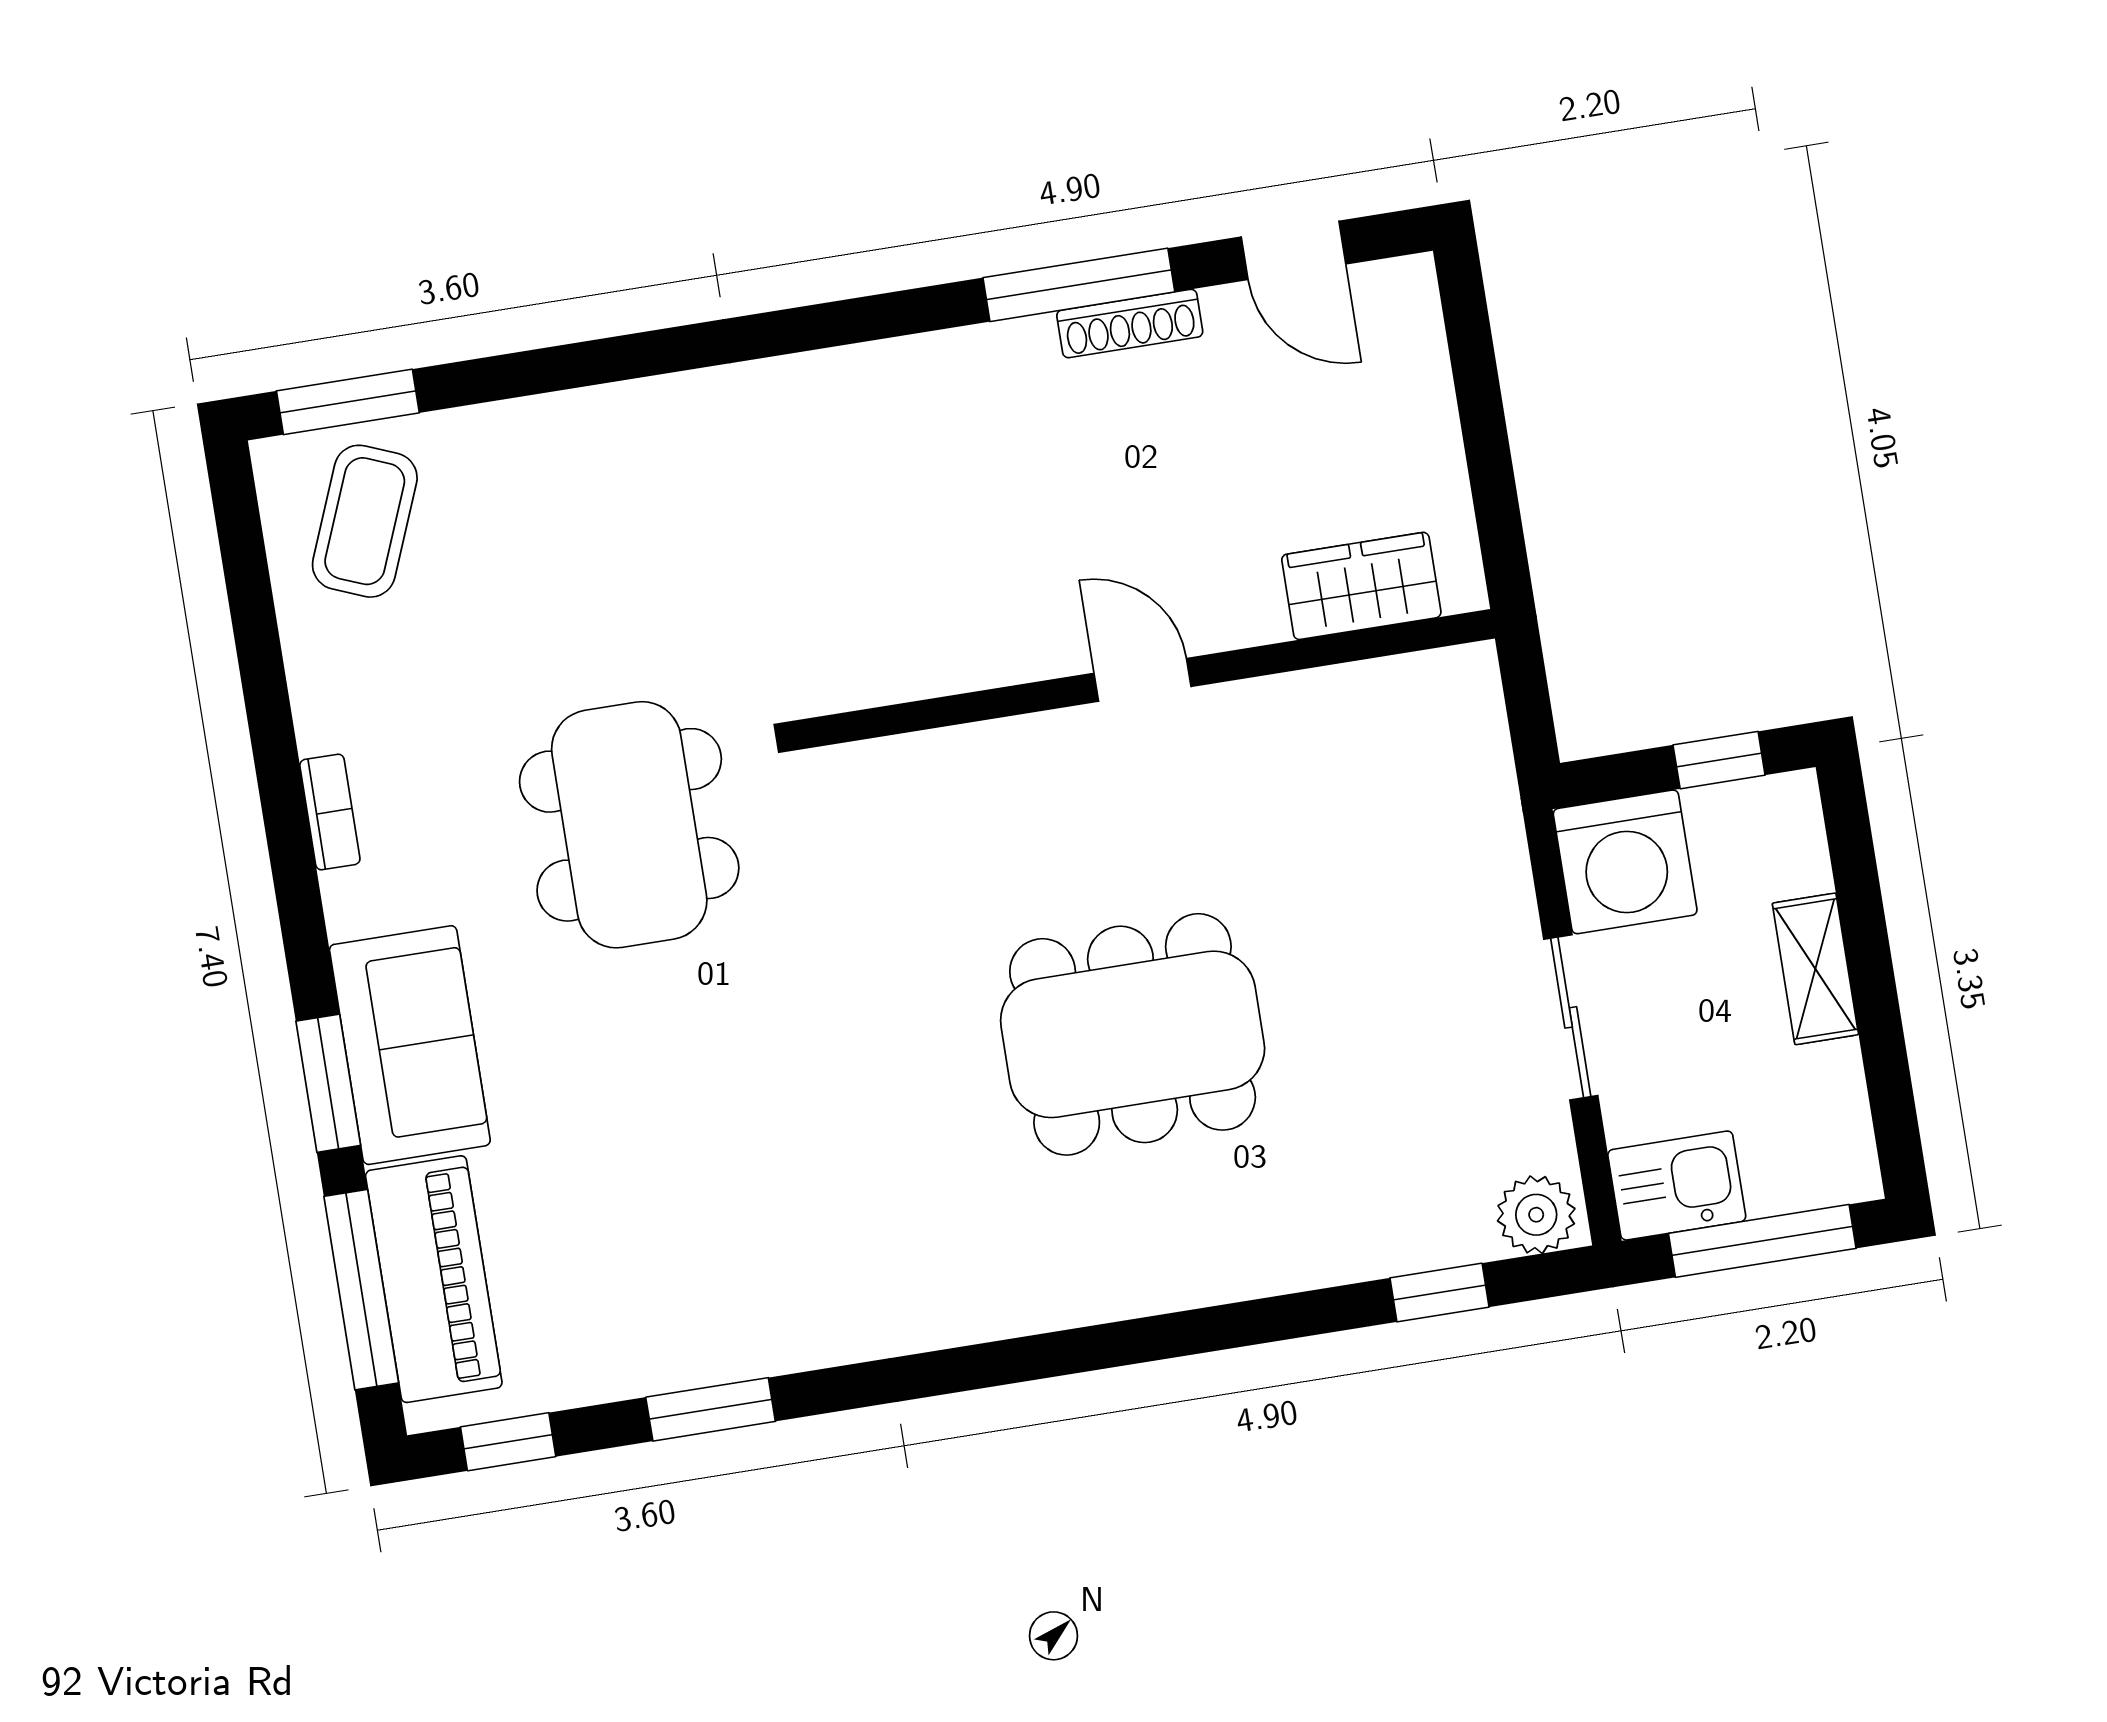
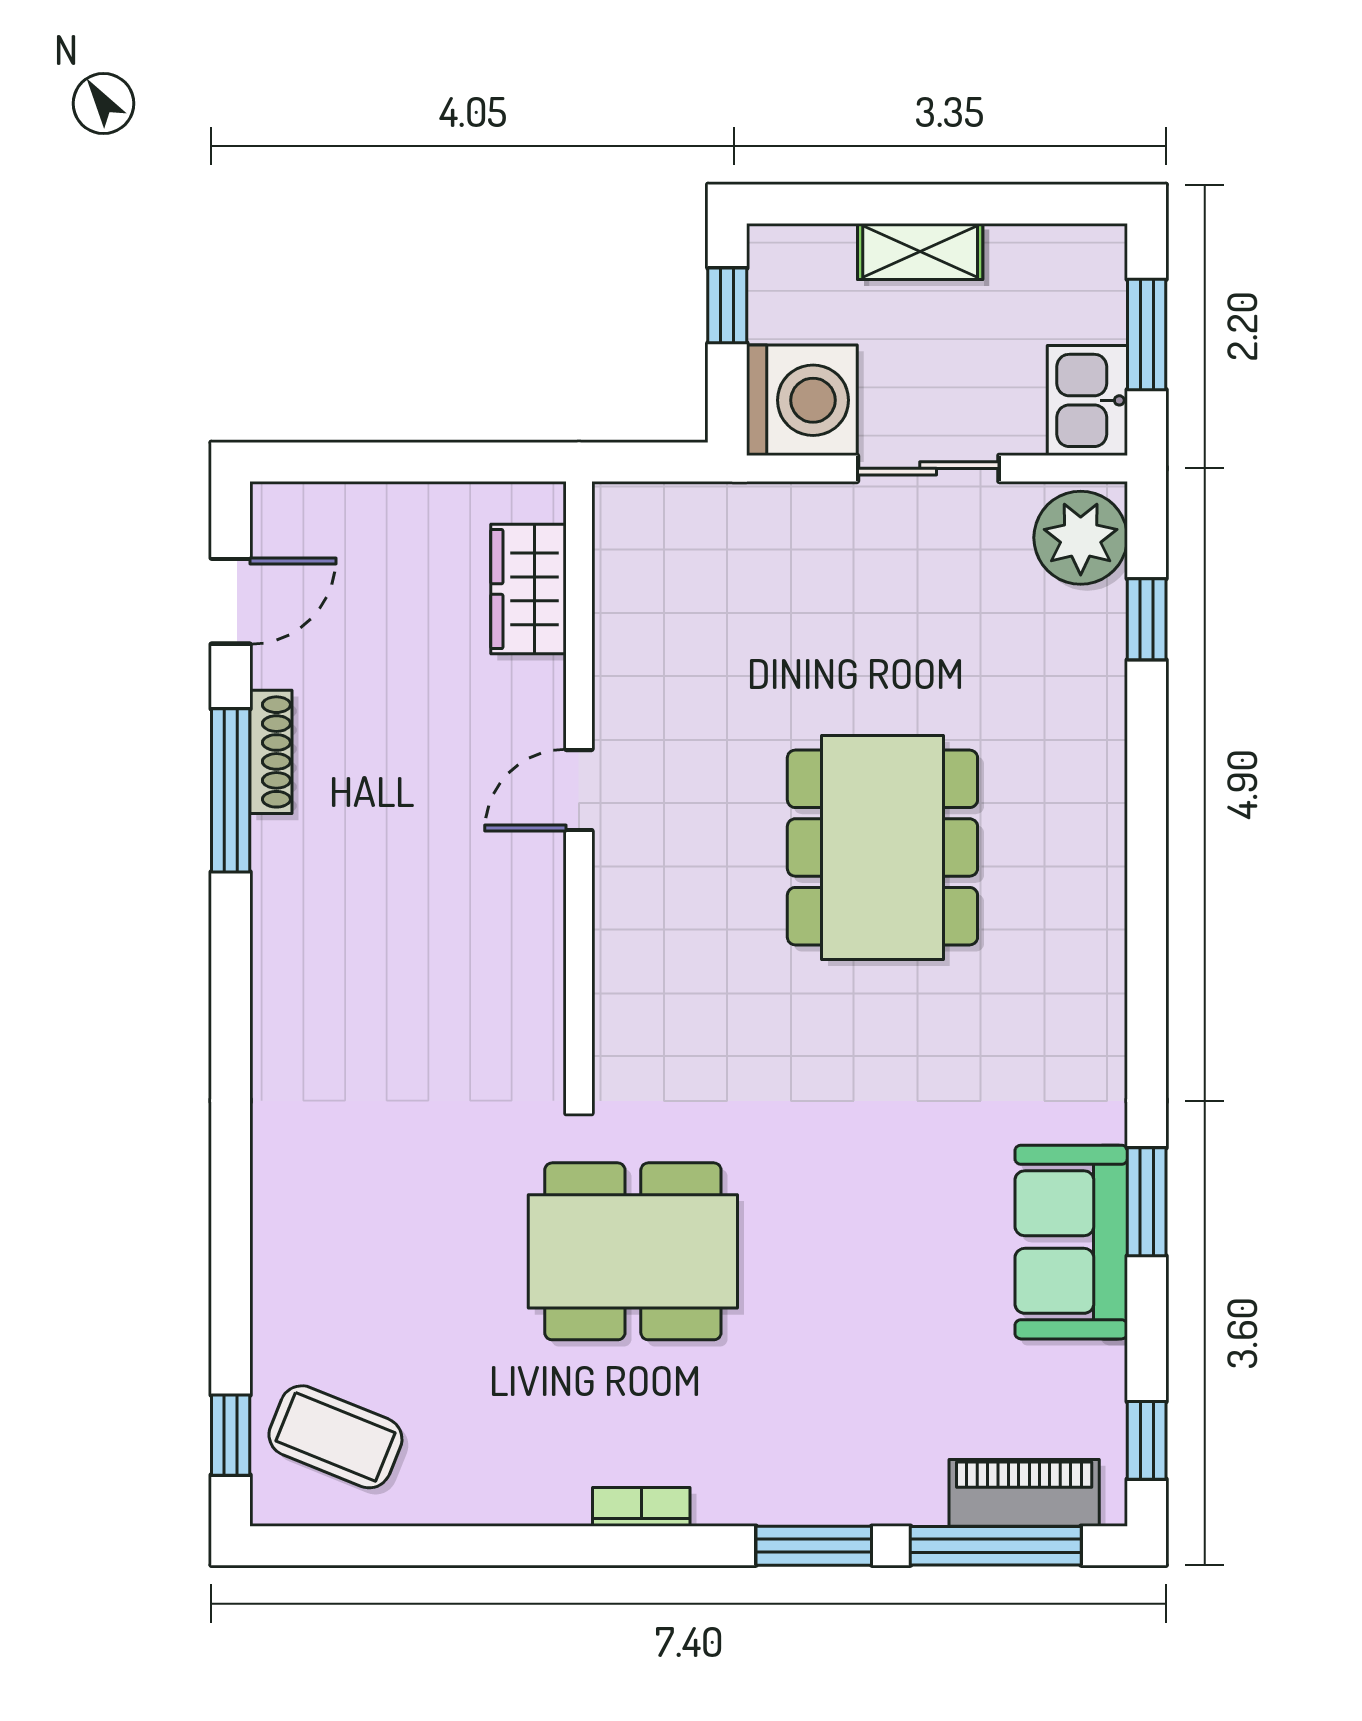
window: (348, 402) -> (231, 1435), width x0.67
bookcase: (330, 812) -> (641, 1507), moved
sofa: (410, 1045) -> (1071, 1242), moved, turned -90
plant: (1536, 1215) -> (1081, 538), width x1.36, depth x1.36
window: (1762, 1241) -> (1147, 335), width x0.69
piano: (434, 1279) -> (1024, 1493), width x0.73, depth x0.75
window: (711, 1409) -> (1147, 1202), moved

